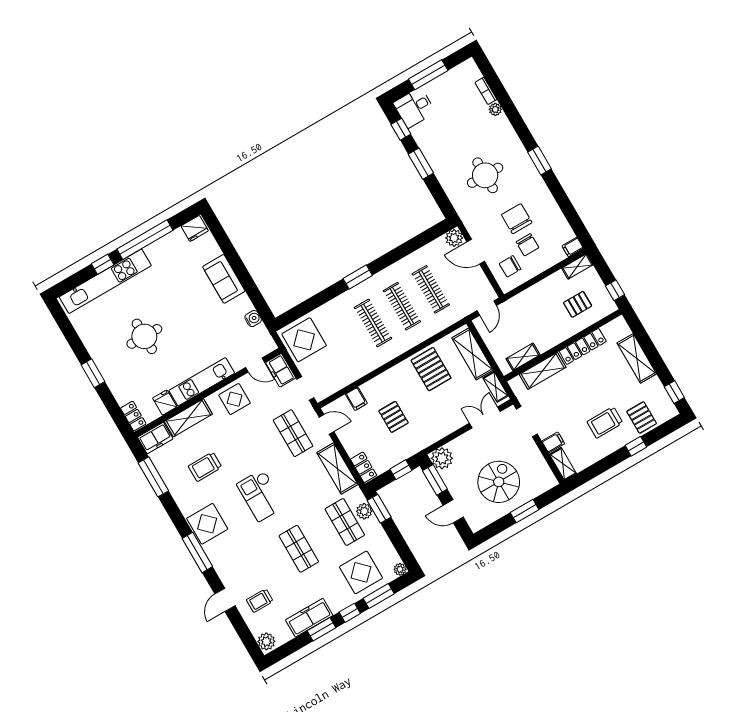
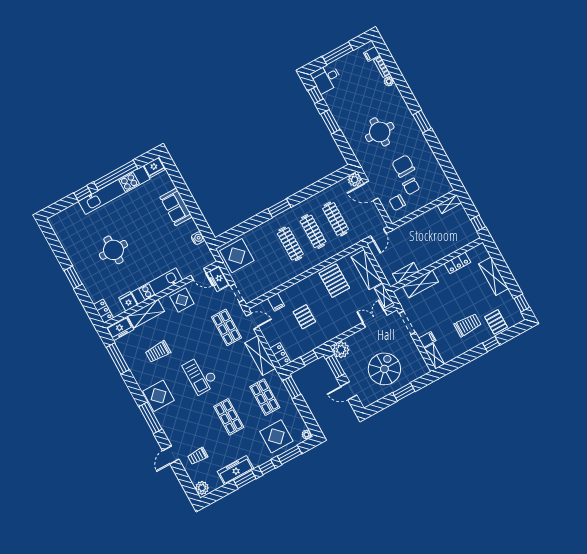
filing cabinet: (573, 247) -> (372, 54), moved
kitchen unit: (105, 281) -> (114, 190), moved
pallet: (578, 304) -> (449, 233), removed
locker: (583, 346) -> (457, 263), width x0.66
trolley: (605, 422) -> (468, 325), turned 180
plant: (364, 511) -> (280, 389), removed

